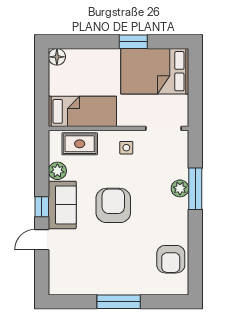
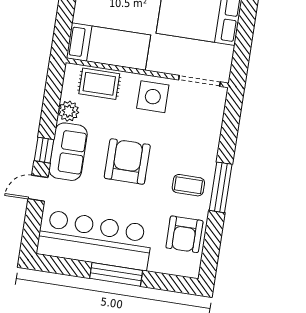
side table: (126, 148) -> (153, 97), width x1.87, depth x1.87
plant: (180, 188) -> (208, 154), removed
window: (195, 189) -> (221, 187), moved
coffee table: (168, 217) -> (188, 185), added
bar counter: (96, 276) -> (95, 240), added

